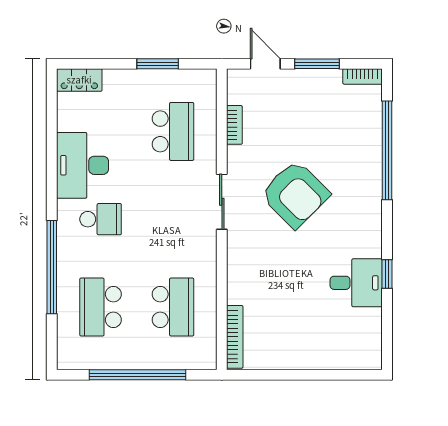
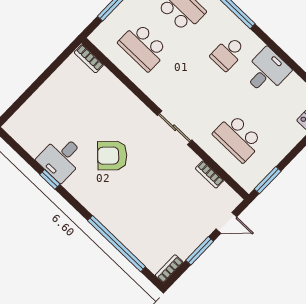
window: (158, 64) -> (268, 180), moved
desk: (83, 165) -> (267, 72), width x0.73
armchair: (295, 194) -> (112, 156), moved, width x0.73, depth x0.73
bookcase: (235, 337) -> (89, 59), width x0.64

